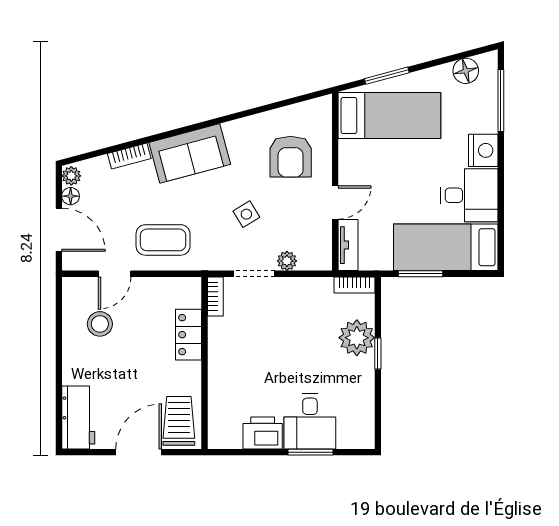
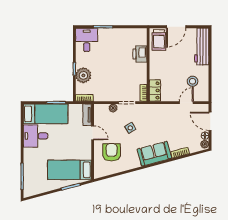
floor lamp: (466, 71) -> (37, 189), removed
nightstand: (483, 150) -> (30, 155), removed
door: (335, 202) -> (93, 133), swing flipped
coffee table: (163, 240) -> (166, 117), removed
locker: (189, 335) -> (155, 90), moved
workbench: (78, 417) -> (202, 47), width x1.38
desk: (310, 421) -> (87, 40), moved
printer: (263, 433) -> (140, 54), moved, turned 90

